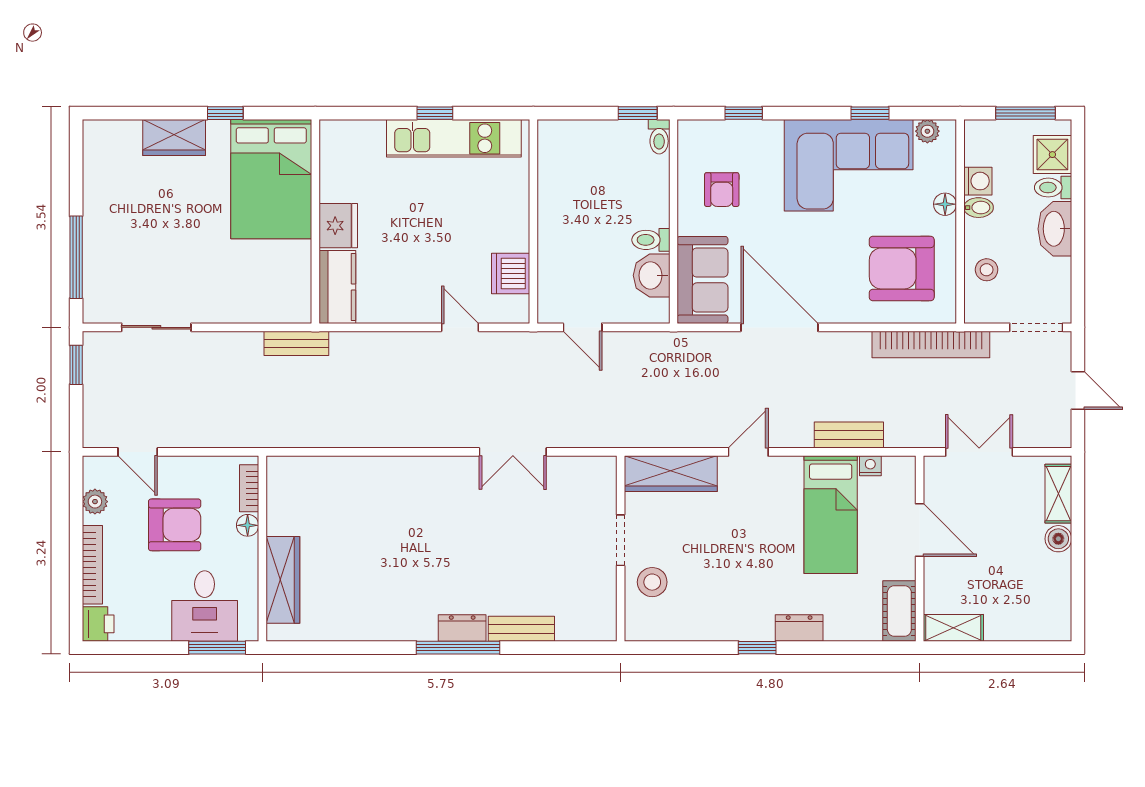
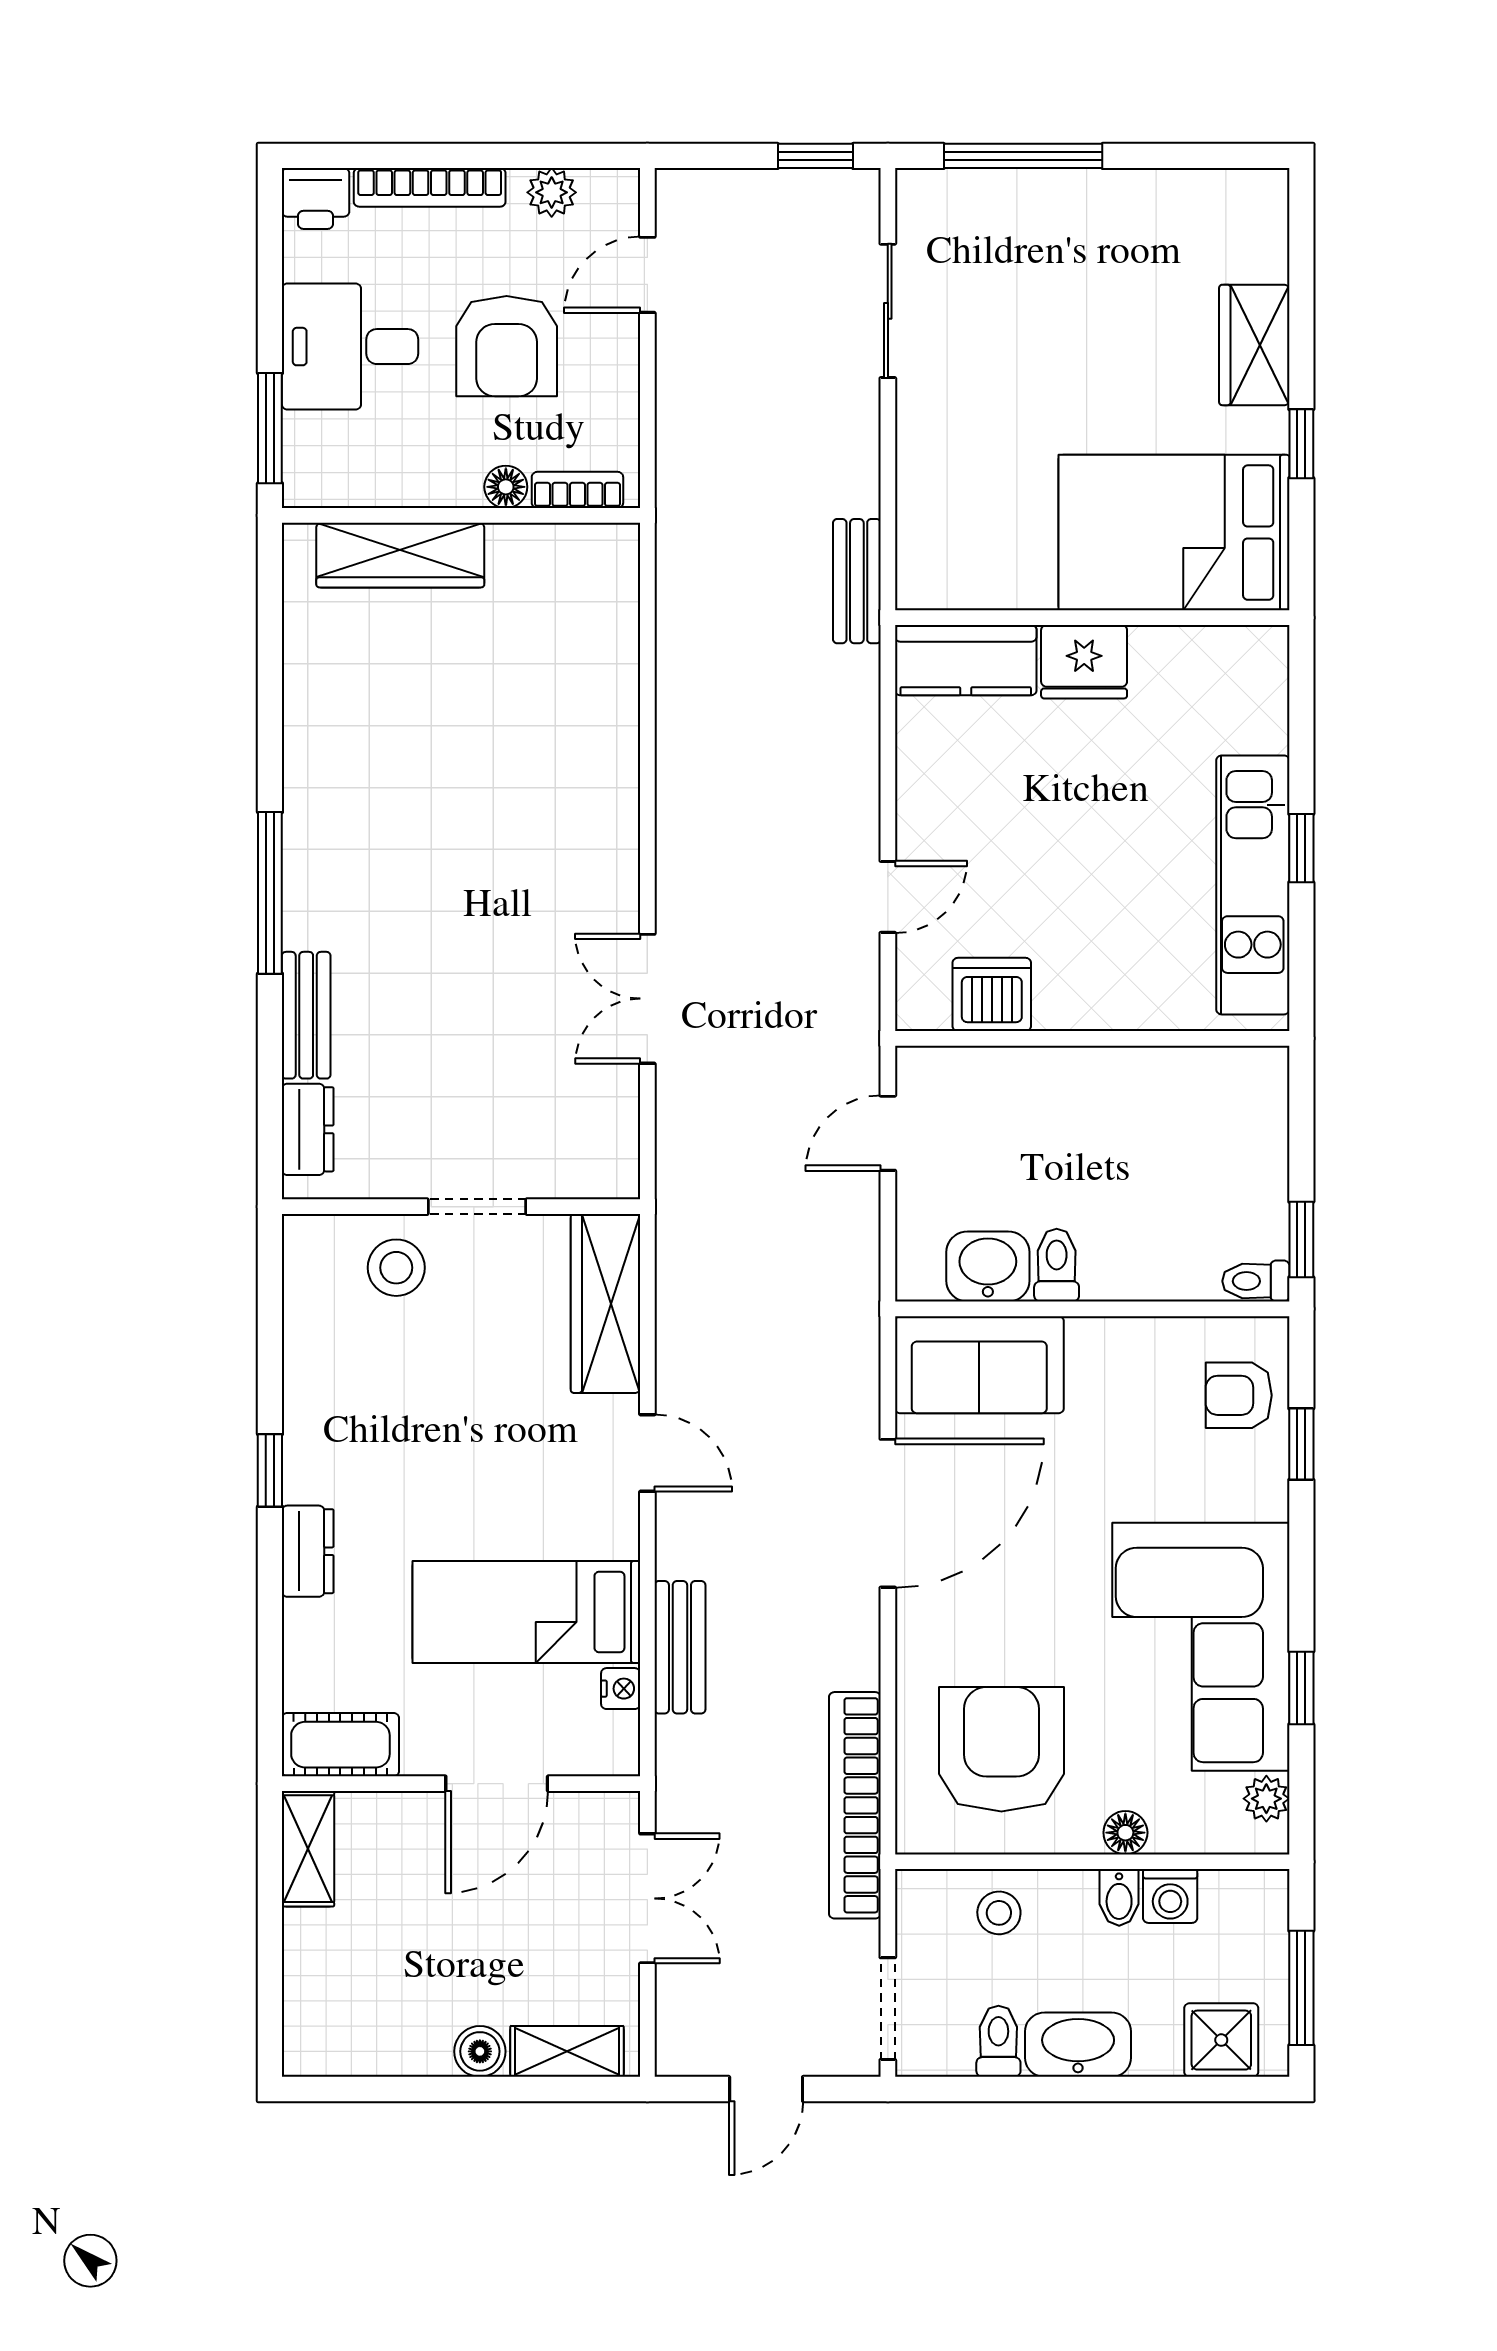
toilet: (1053, 188) -> (998, 2041), moved
armchair: (722, 190) -> (1239, 1395), moved
desk: (205, 606) -> (350, 347), moved
dresser: (462, 628) -> (308, 1129), moved

